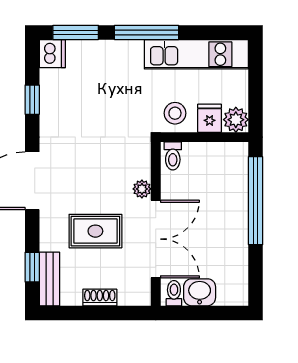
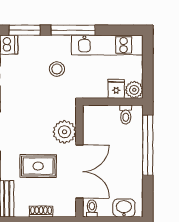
stool: (175, 113) -> (57, 69), moved
toilet: (173, 156) -> (126, 115), moved
plant: (142, 189) -> (65, 132), width x1.88, depth x1.88
washbasin: (200, 292) -> (124, 208), moved

